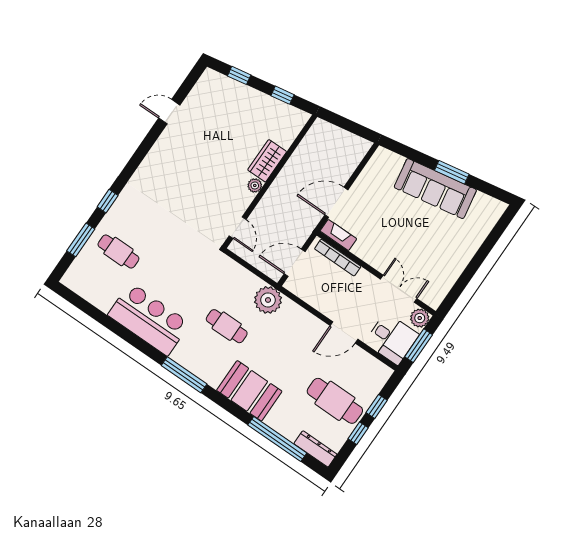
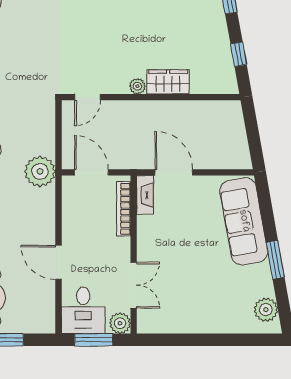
sofa: (435, 189) -> (244, 221), moved
plant: (483, 204) -> (266, 310), added

